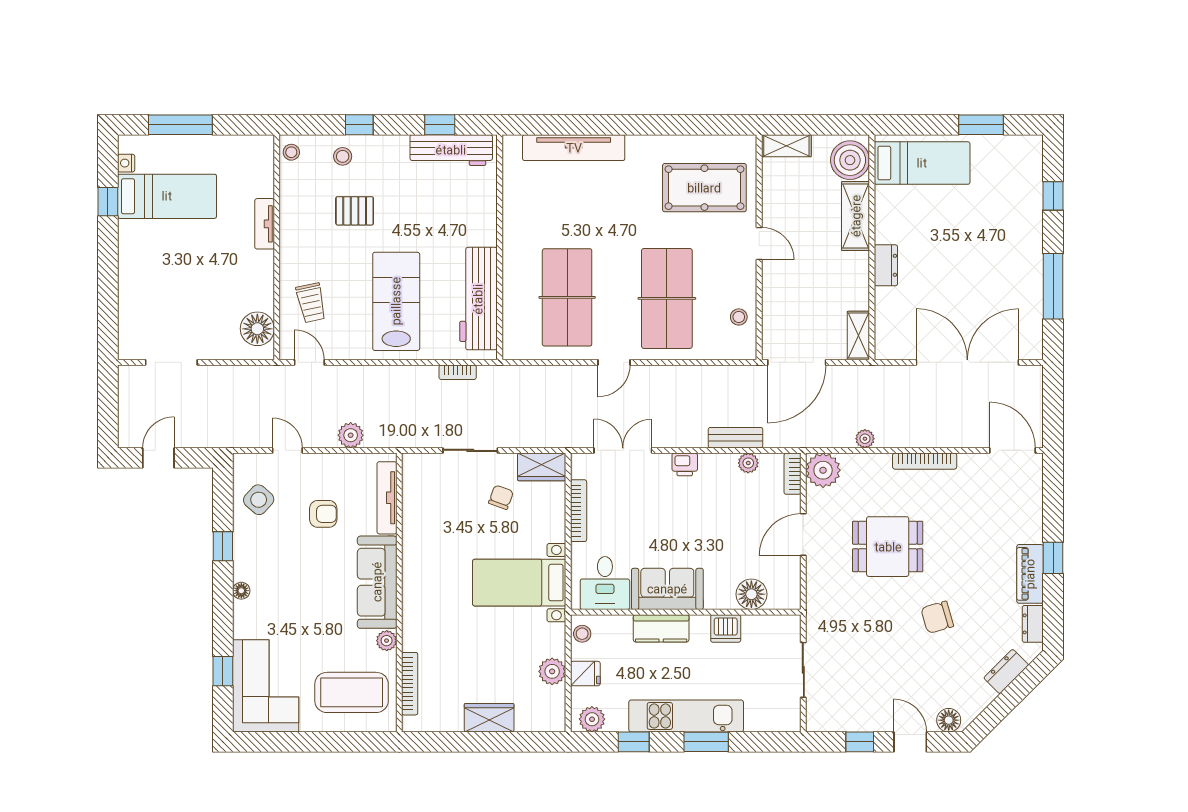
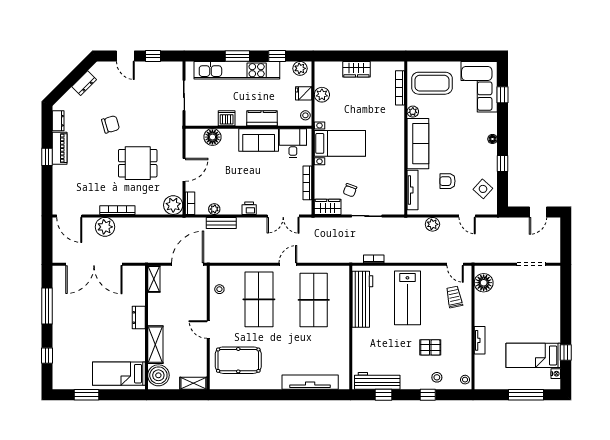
plant: (865, 439) -> (105, 227), moved, width x1.88, depth x1.88
dresser: (1006, 671) -> (84, 83), moved
kitchen unit: (686, 716) -> (237, 70), width x1.36
floor lamp: (949, 720) -> (104, 68), removed

